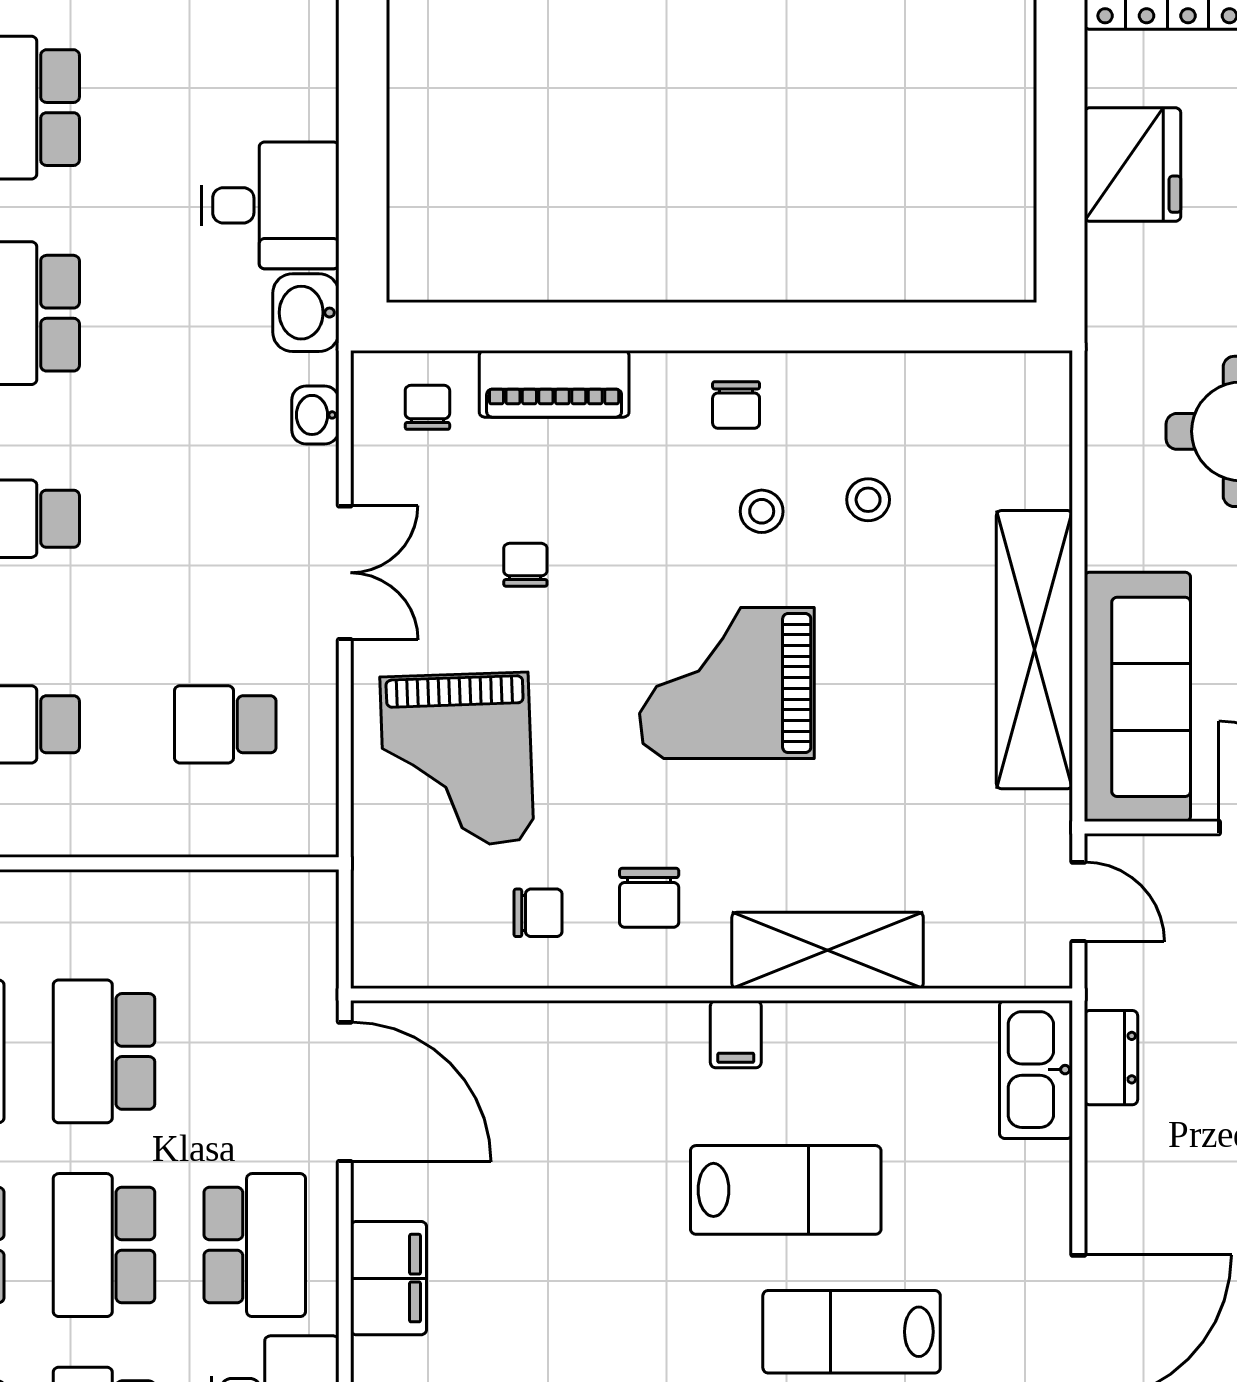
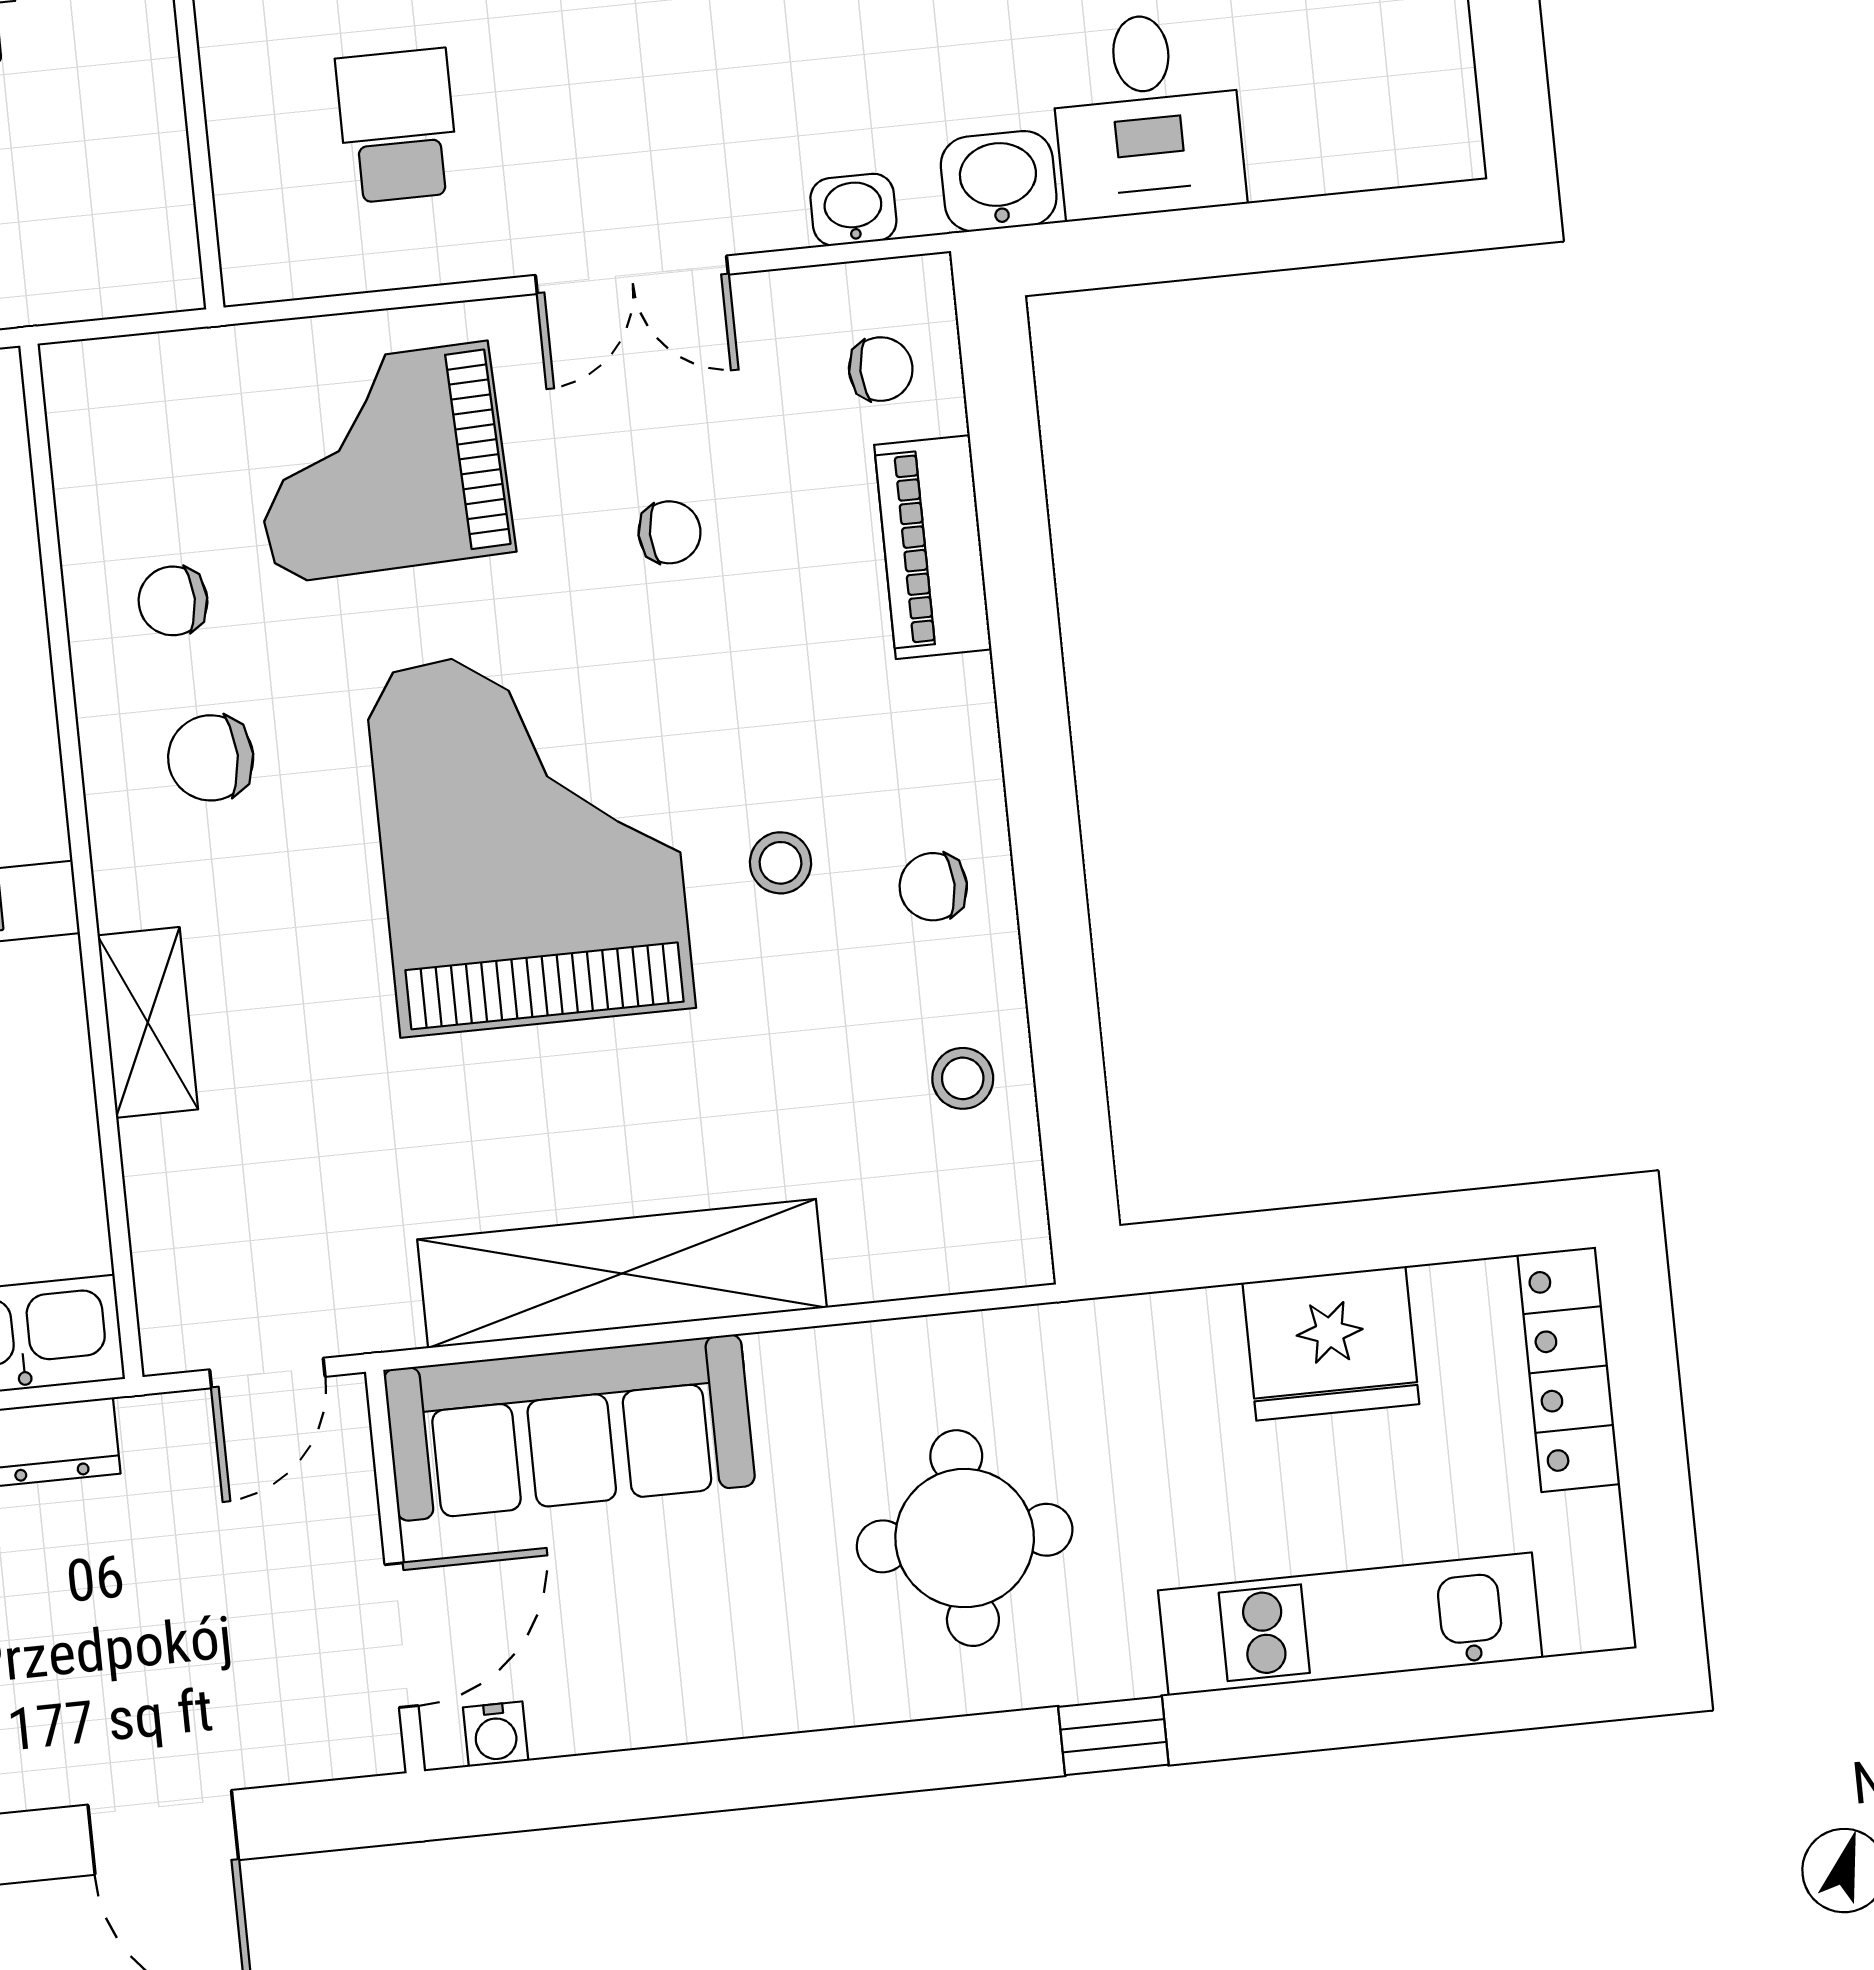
chair: (736, 405) -> (933, 887), moved
stool: (868, 500) -> (963, 1078), moved
grand piano: (727, 683) -> (530, 838), width x1.37, depth x1.48
chair: (538, 913) -> (173, 601), turned 90
shelving: (828, 950) -> (148, 1022), width x0.67, depth x0.75

